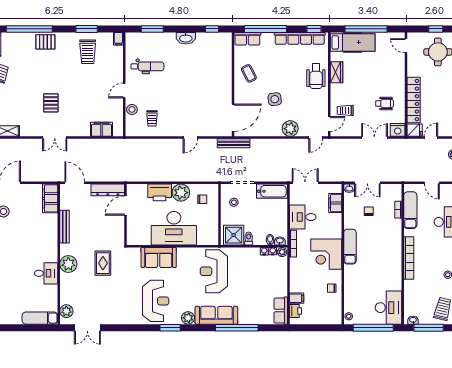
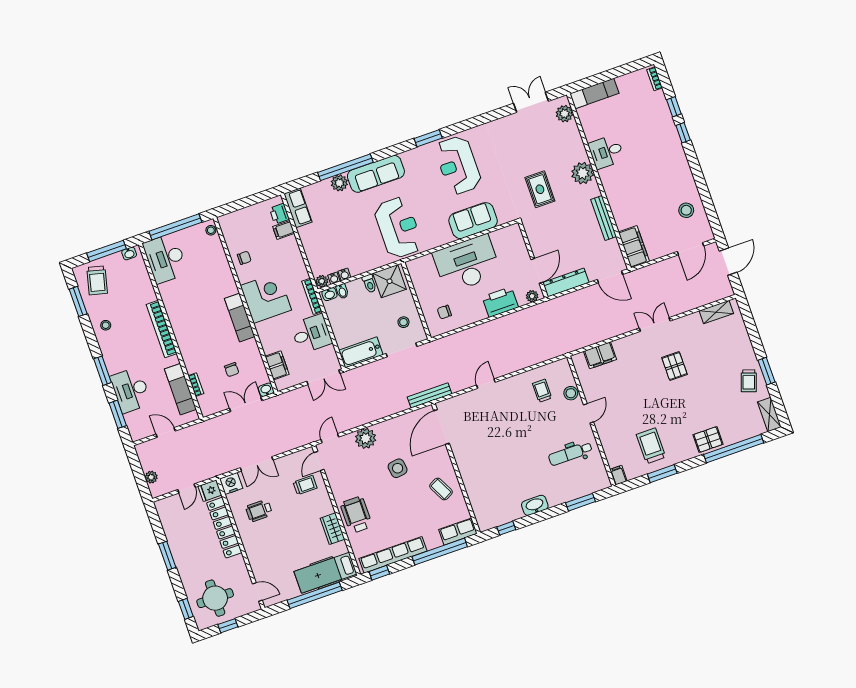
plant: (181, 193) -> (532, 296), moved, width x0.53, depth x0.53
plant: (188, 318) -> (339, 183), moved

